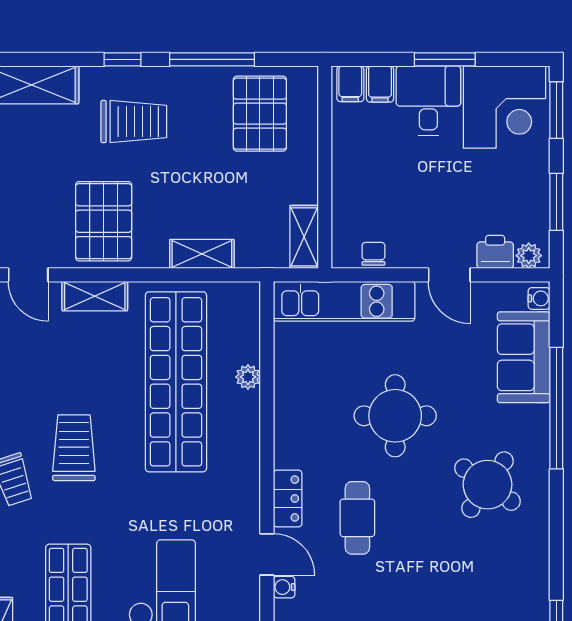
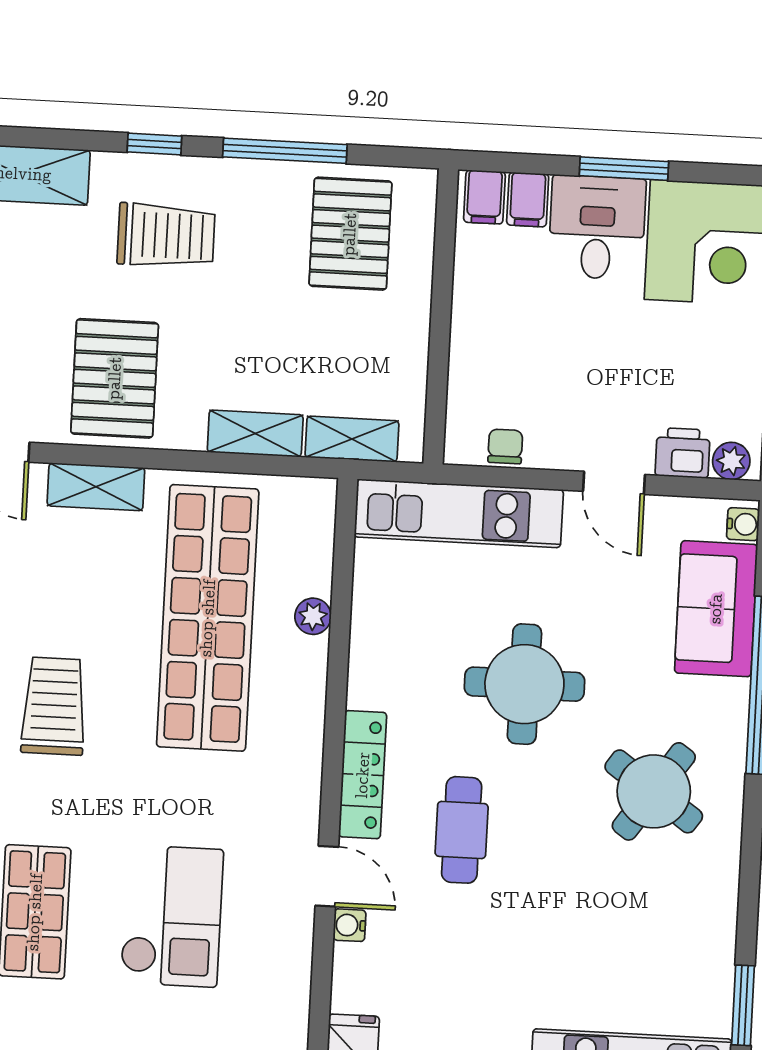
shelving: (304, 237) -> (352, 439), moved, turned 90
locker: (288, 499) -> (363, 775), width x1.53

